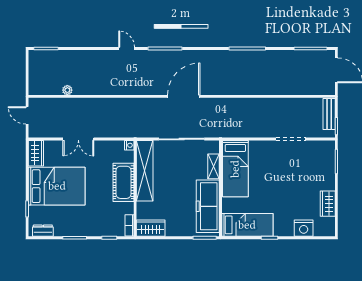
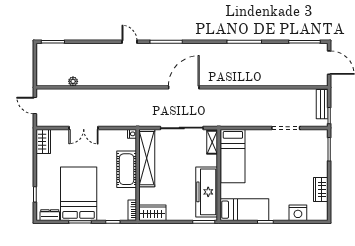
shelving: (213, 166) -> (212, 142), moved
bed: (57, 186) -> (79, 194), moved, turned -90

